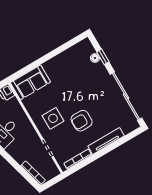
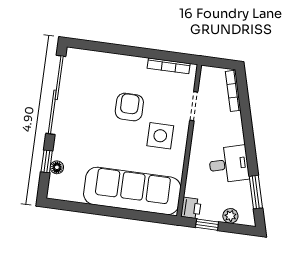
sofa: (30, 82) -> (132, 191), width x1.85, depth x1.27
armchair: (82, 121) -> (129, 107), turned -90
tv unit: (106, 141) -> (119, 61), removed

